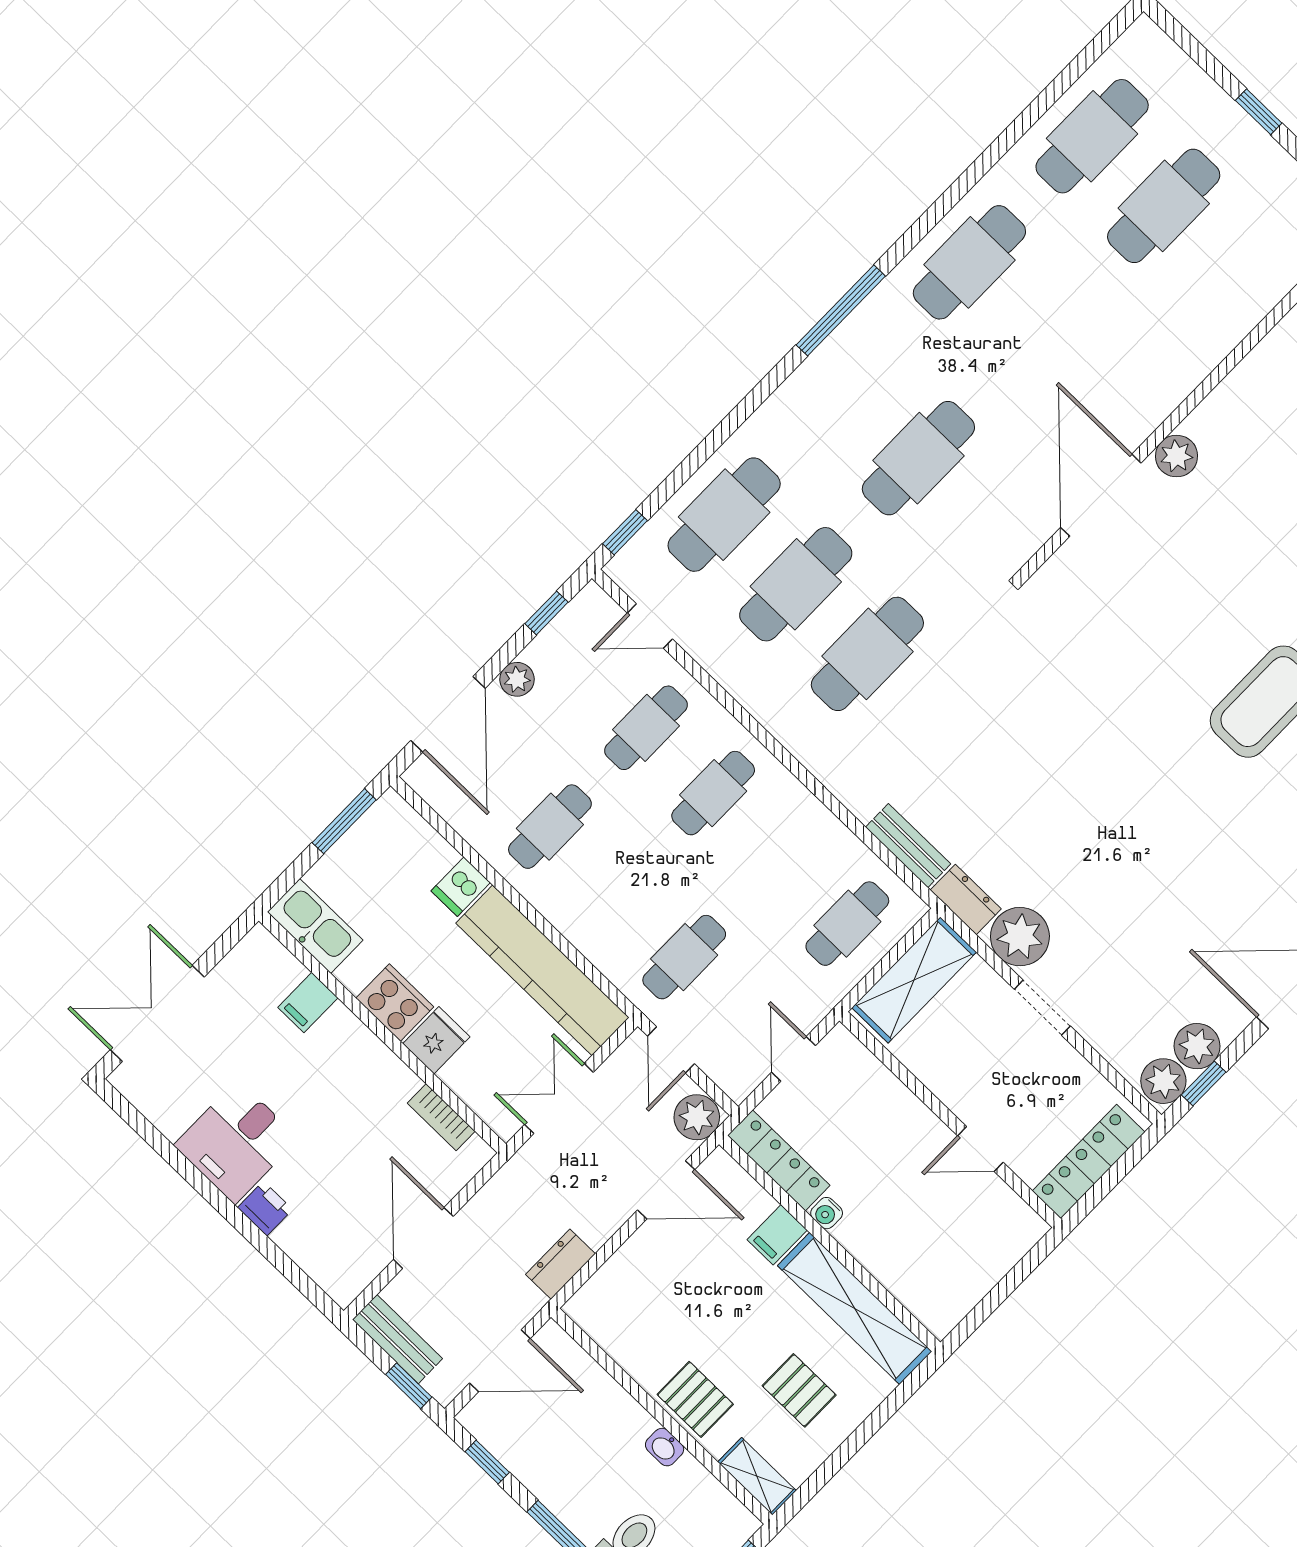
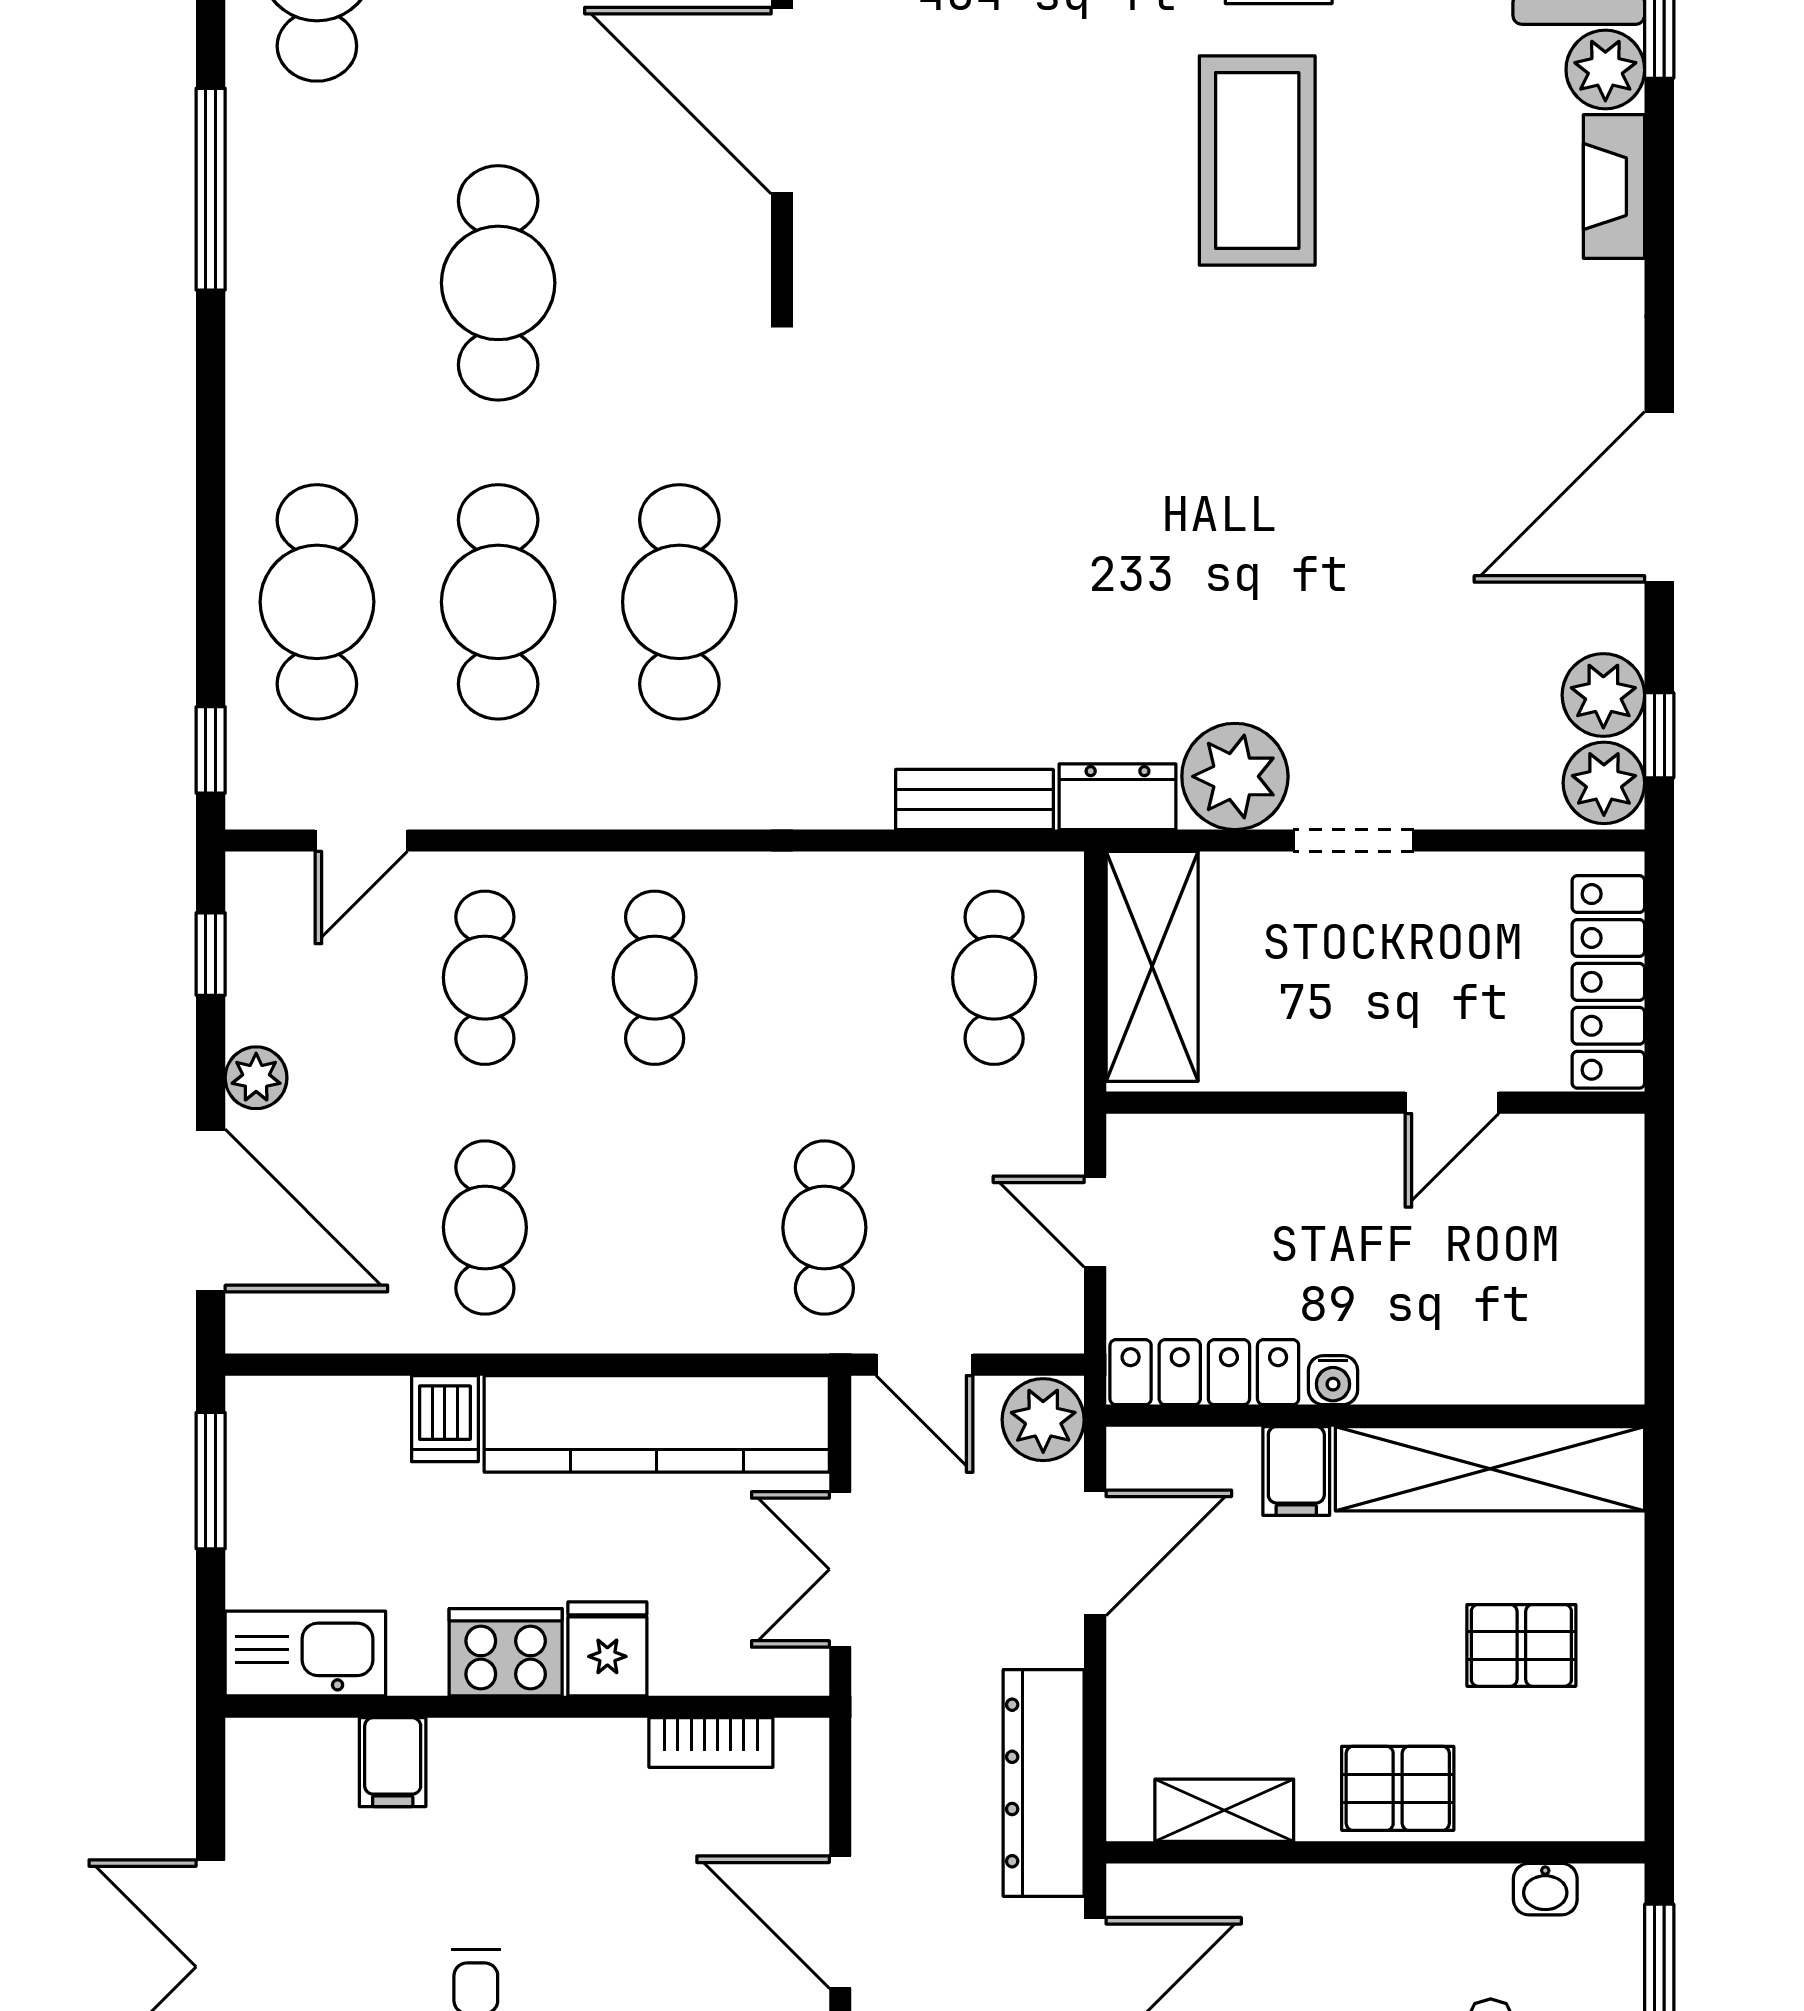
dresser: (560, 1264) -> (1044, 1783), width x1.96, depth x1.24
washbasin: (665, 1447) -> (1545, 1889), moved
shelving: (757, 1476) -> (1224, 1810), moved

